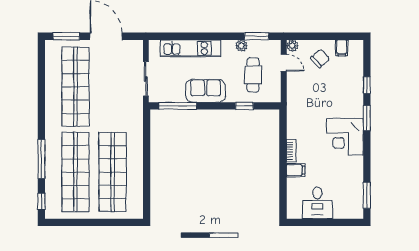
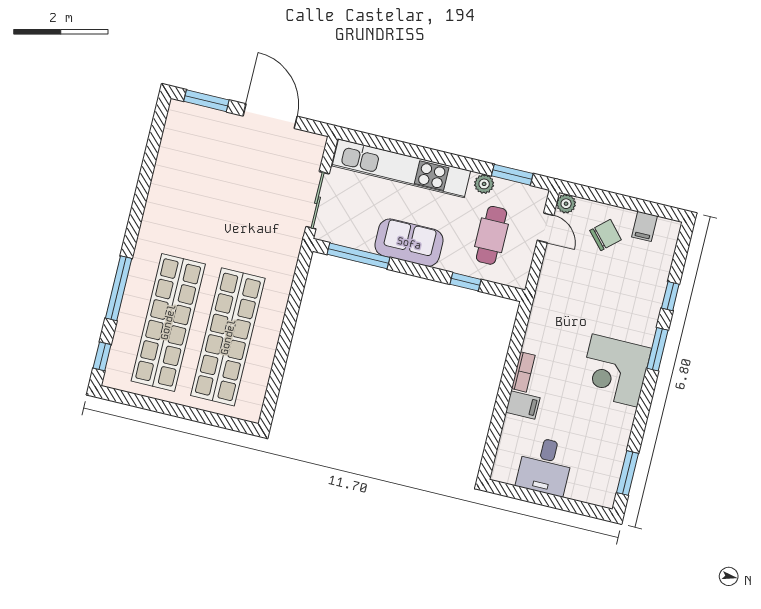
kitchen unit: (191, 48) -> (401, 168), width x1.36
shop shelf: (75, 87) -> (201, 185), removed

